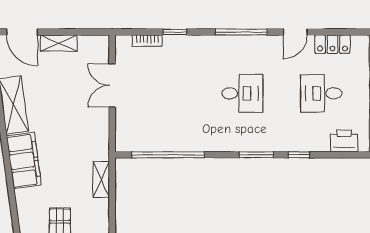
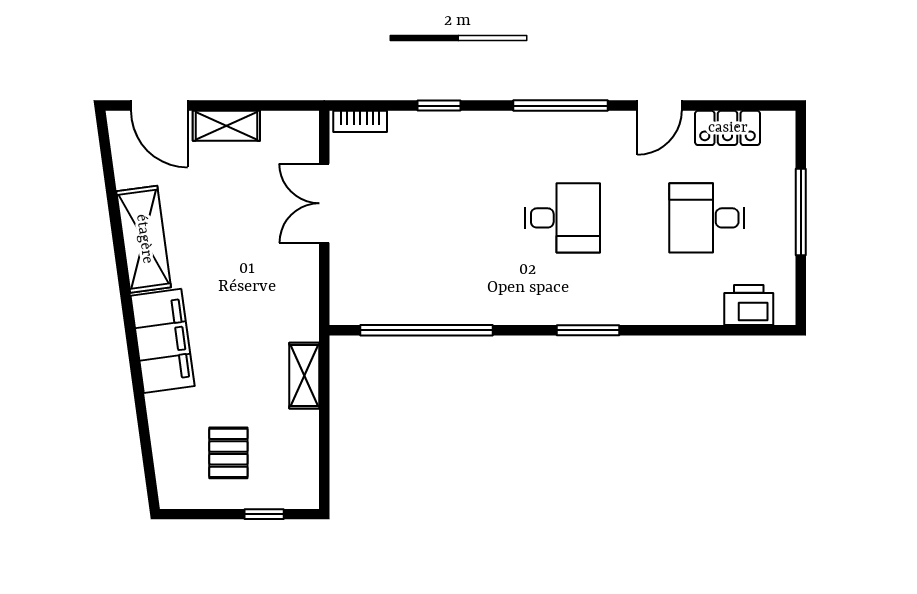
bookcase: (147, 41) -> (360, 121), moved
window: (299, 155) -> (666, 330), removed

